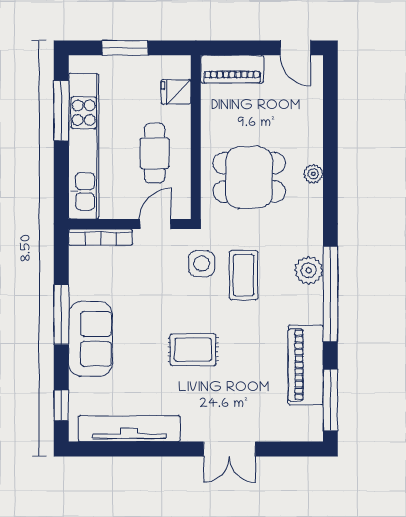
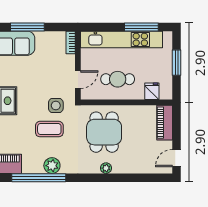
door: (155, 224) -> (78, 80), hinge flipped
bookcase: (101, 237) -> (71, 43), width x0.64

